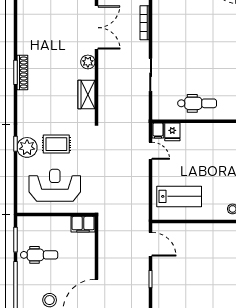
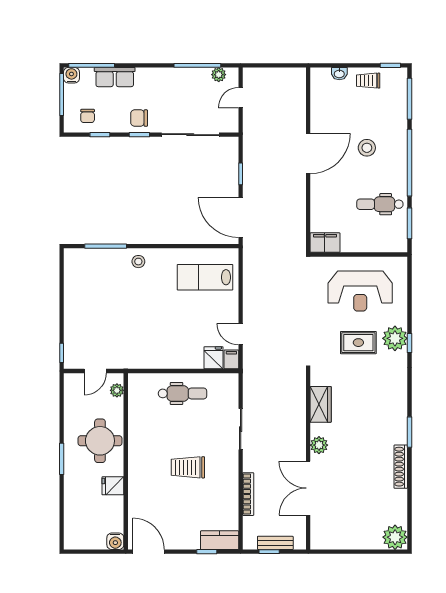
trolley: (193, 44) -> (188, 467), added
shoe rack: (22, 72) -> (401, 467), moved
dental chair: (197, 103) -> (183, 393), turned 180
door: (151, 244) -> (241, 218), width x1.36

